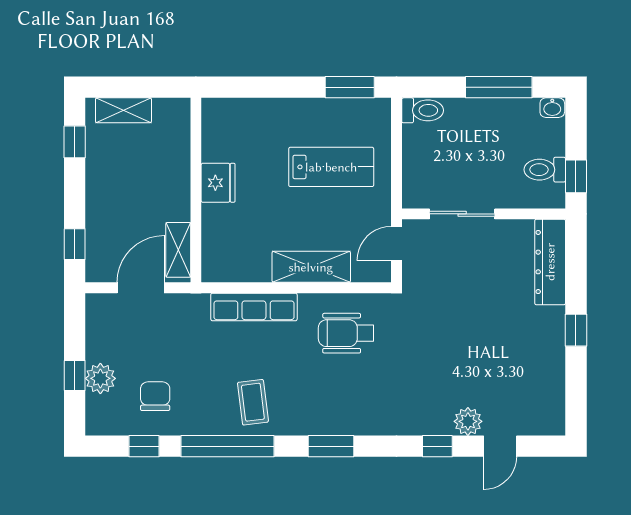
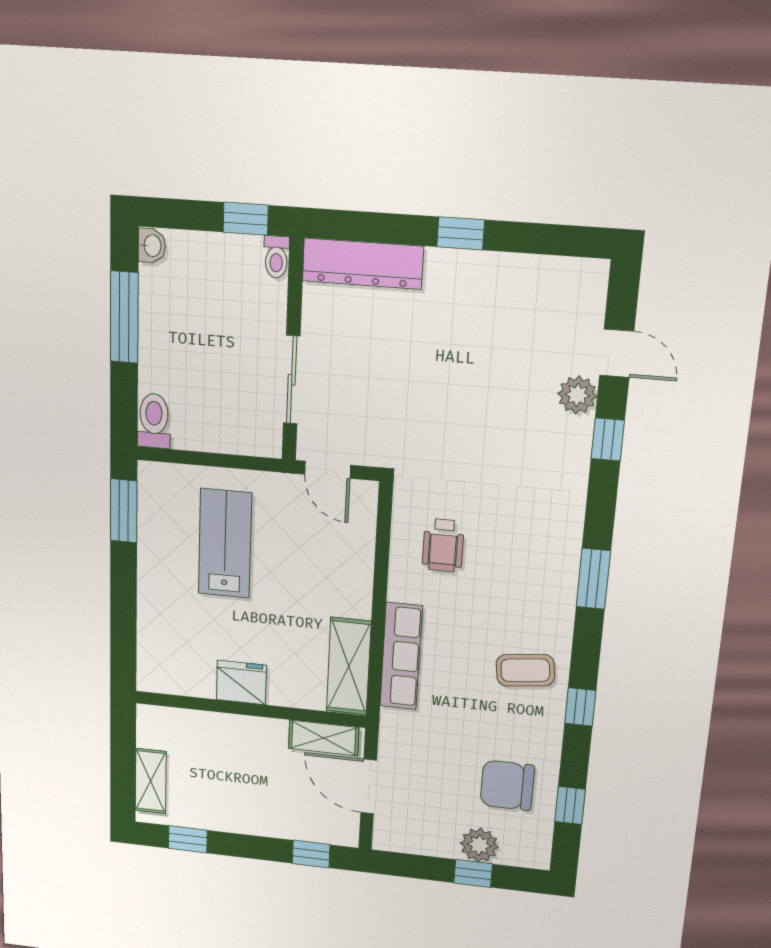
toilet: (545, 170) -> (276, 257), moved, width x0.73, depth x0.72
shelving: (311, 267) -> (349, 666), moved
wheelchair: (346, 333) -> (443, 545), width x0.73, depth x0.73
chair: (155, 396) -> (507, 785), width x1.37, depth x1.37
window: (227, 446) -> (580, 707), width x0.32

